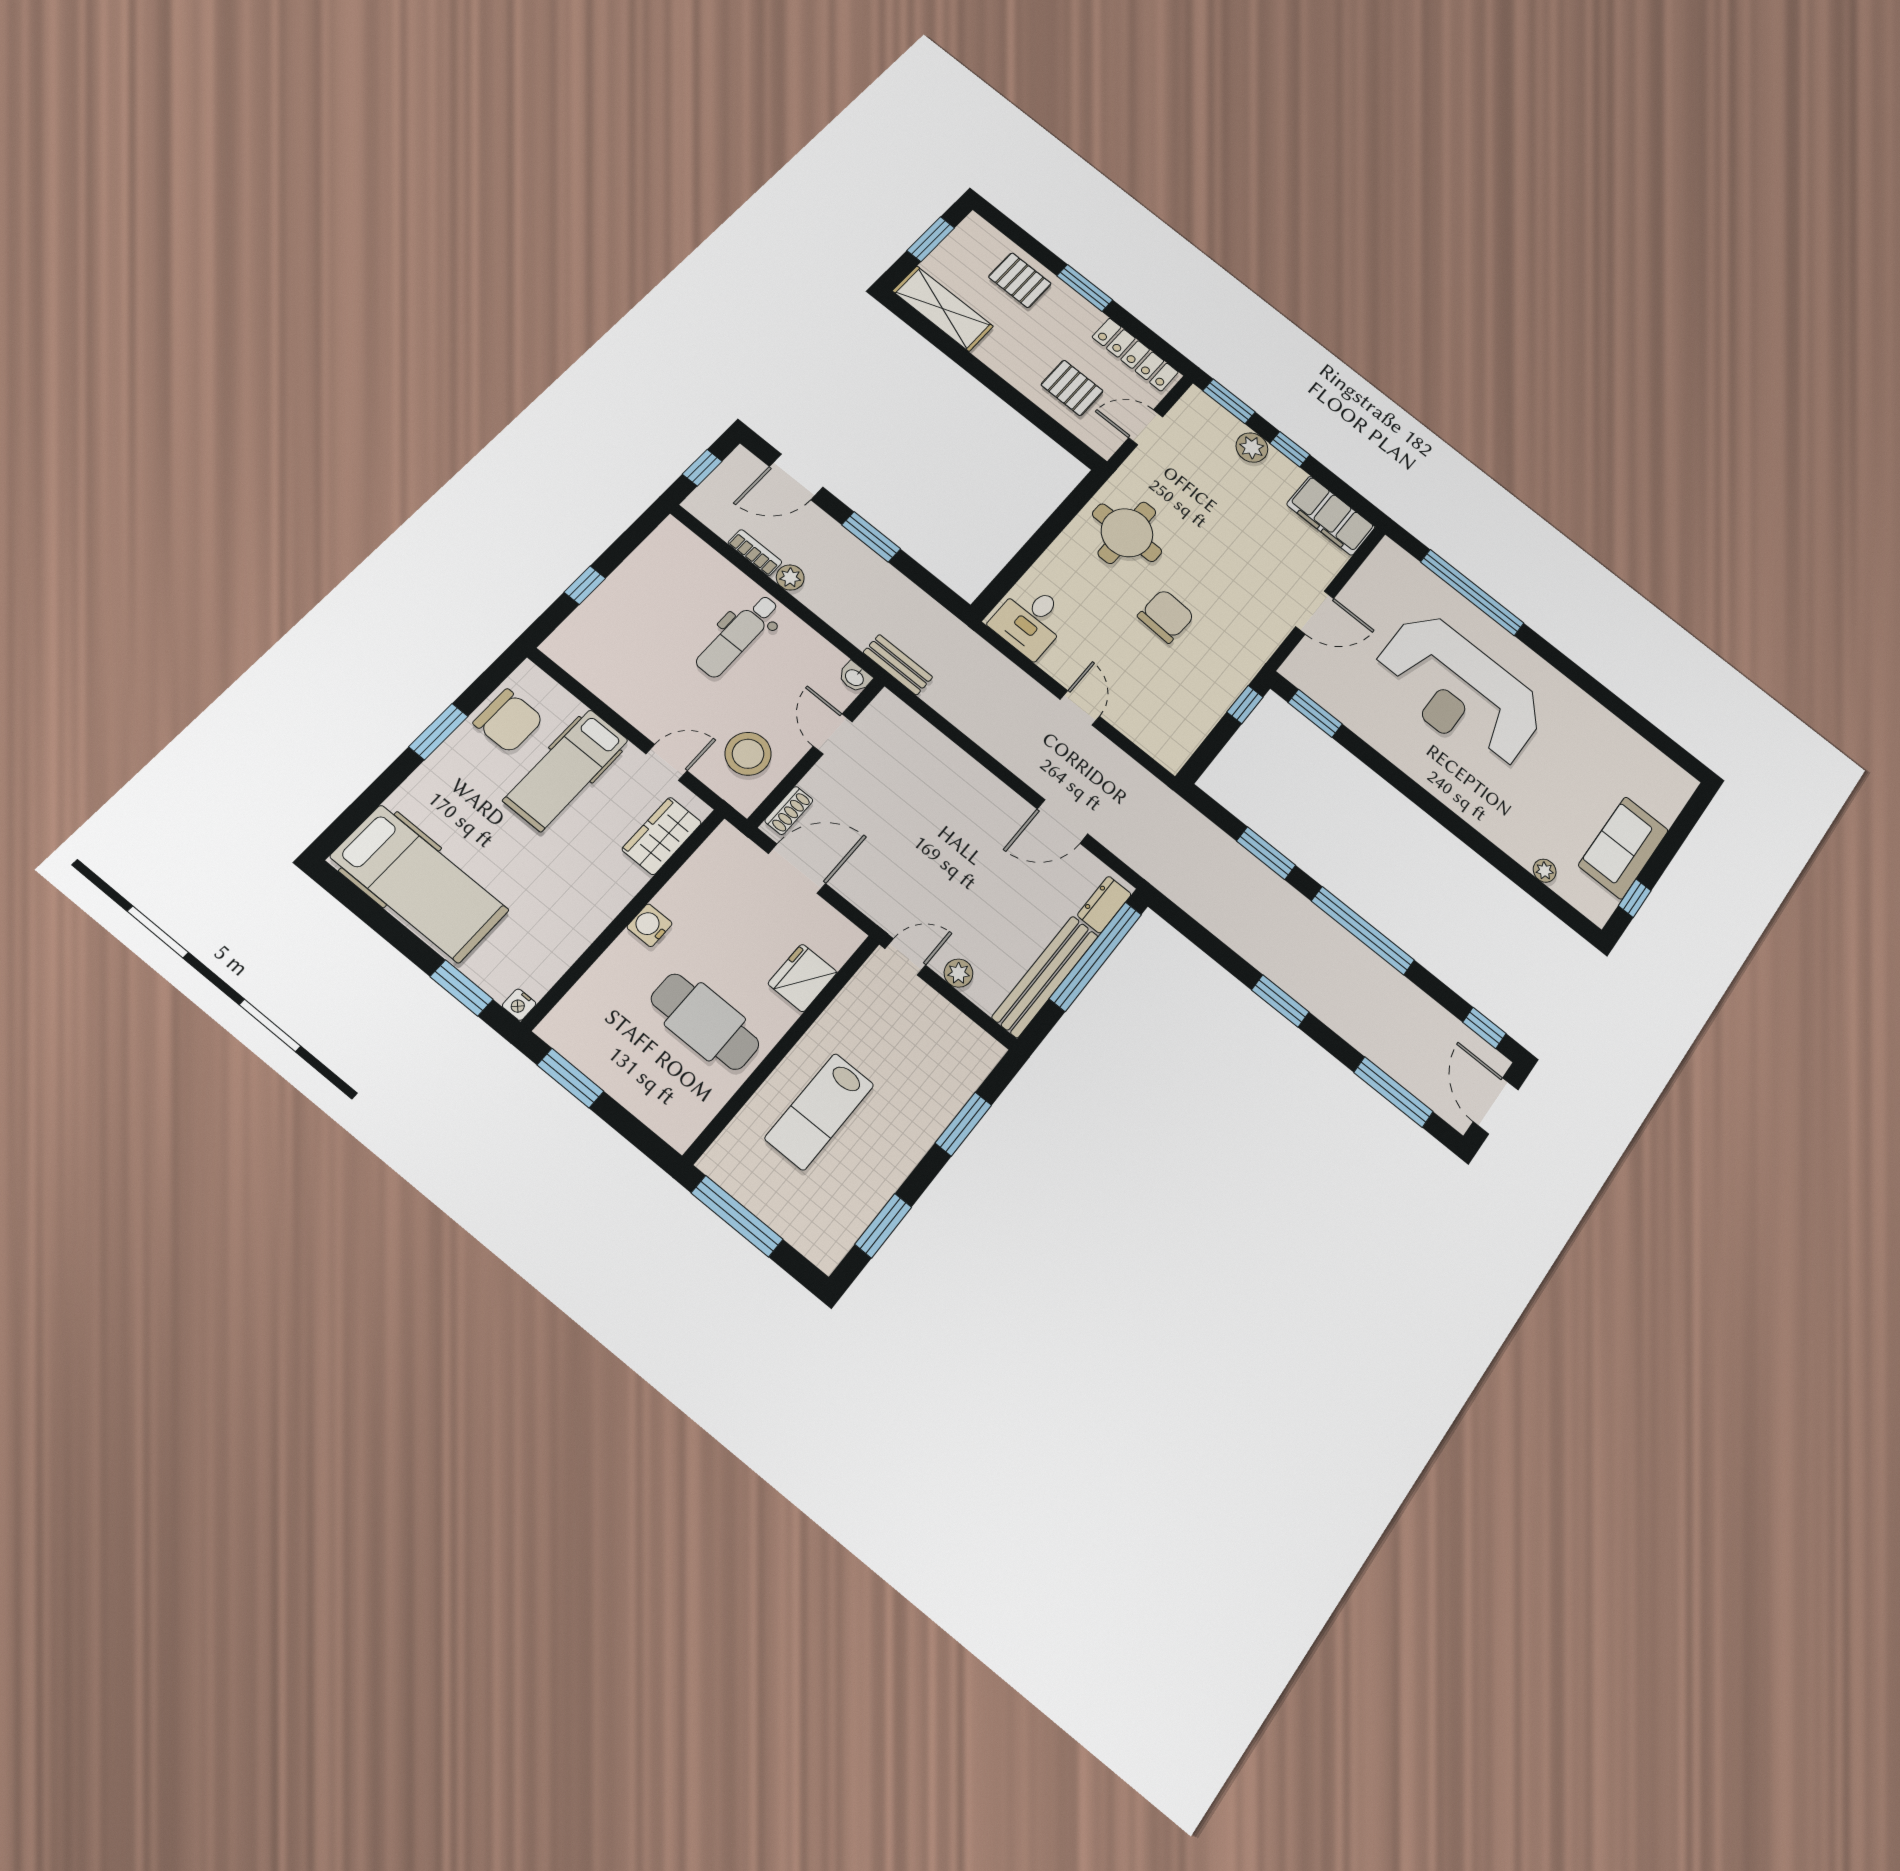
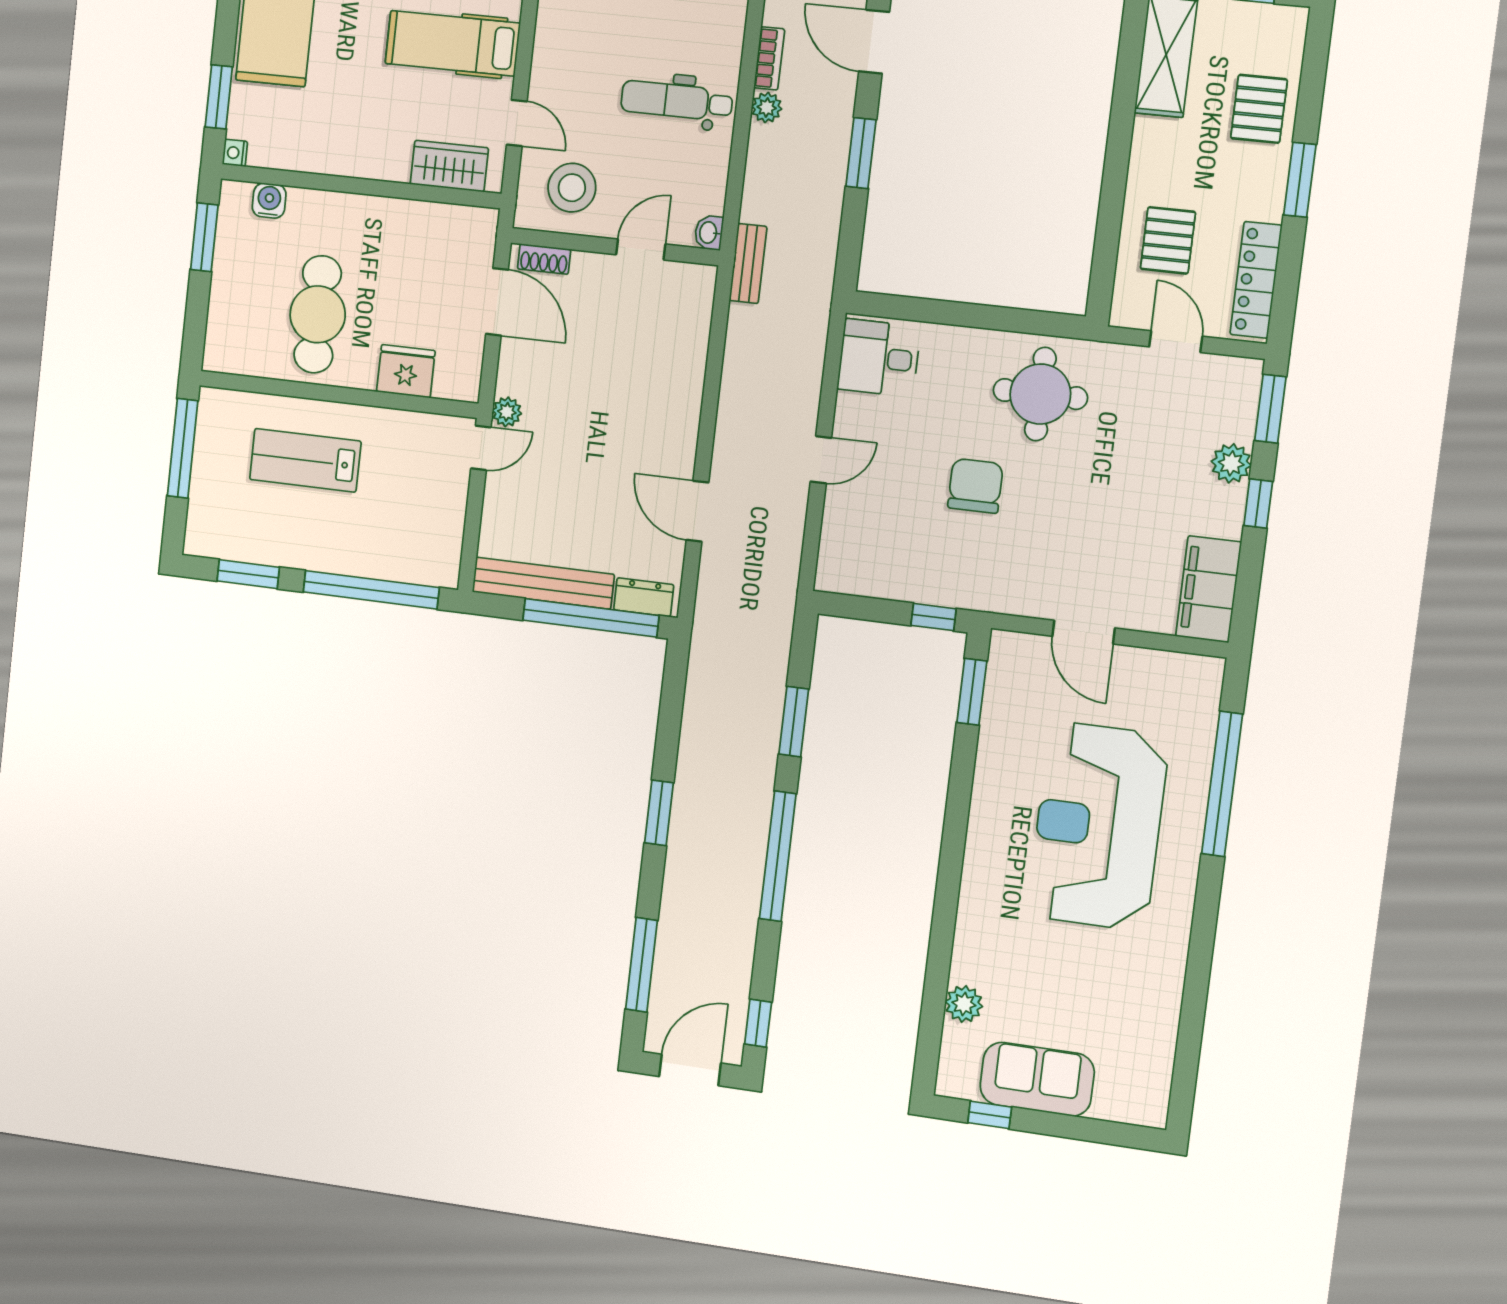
chair: (1166, 616) -> (975, 486), turned -93
plant: (1545, 871) -> (964, 1004), width x1.38, depth x1.38
water cooler: (650, 925) -> (269, 201), moved
door: (905, 957) -> (481, 448), hinge flipped
plant: (959, 973) -> (507, 412), moved
window: (963, 1124) -> (371, 590), width x2.11

